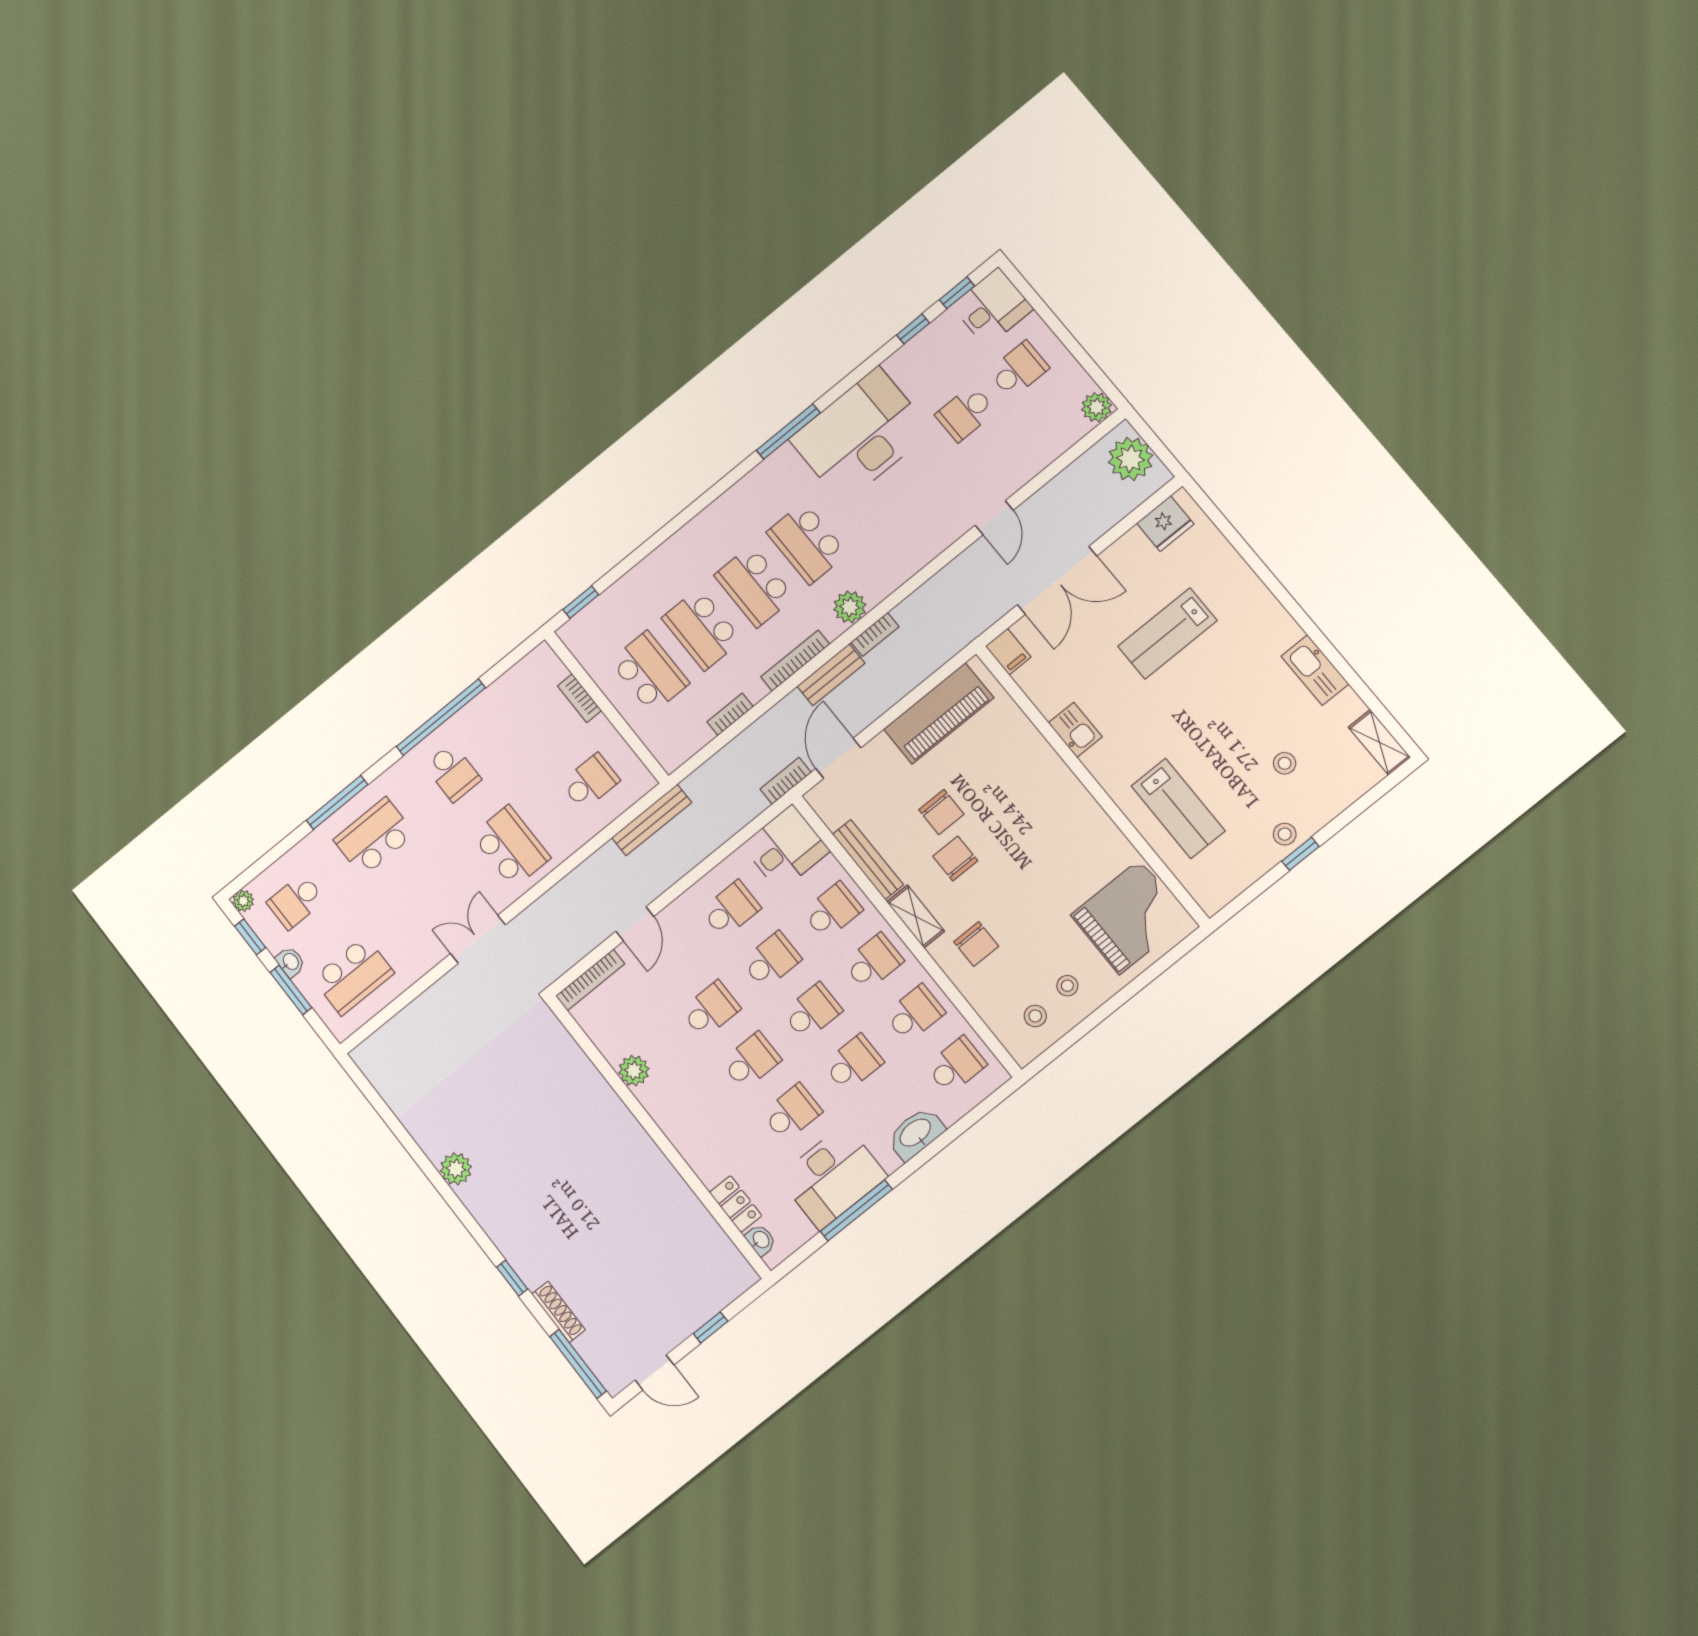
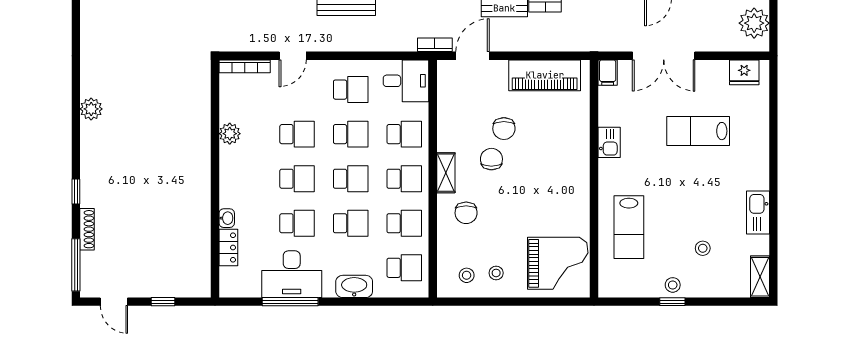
bench: (868, 860) -> (445, 122), removed
washbasin: (761, 1240) -> (227, 218), moved

